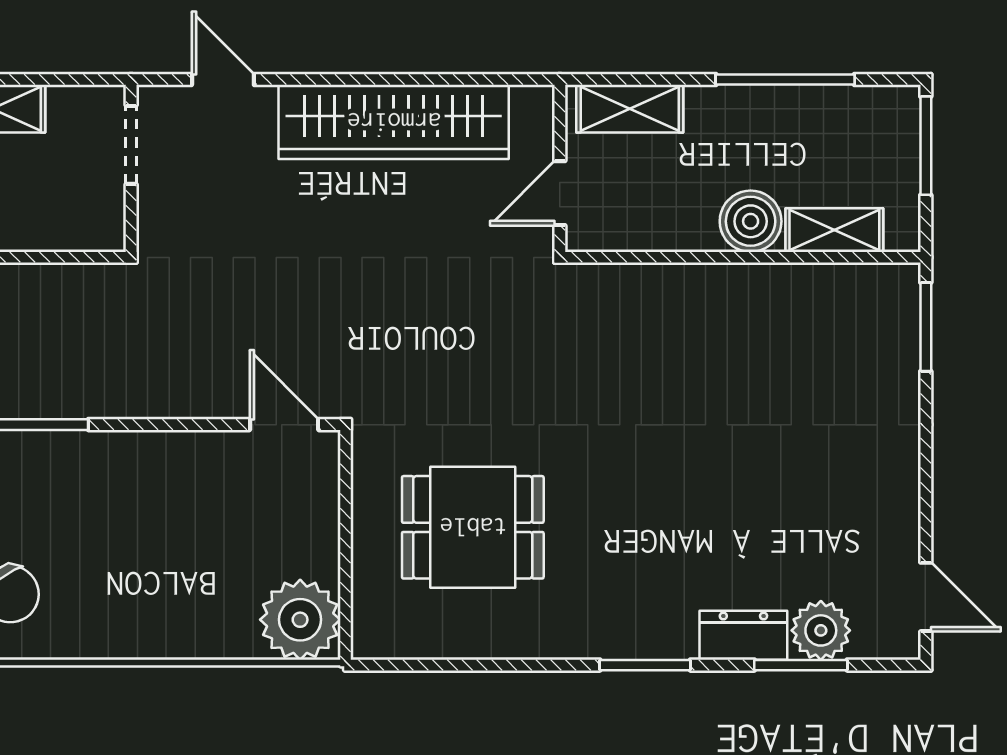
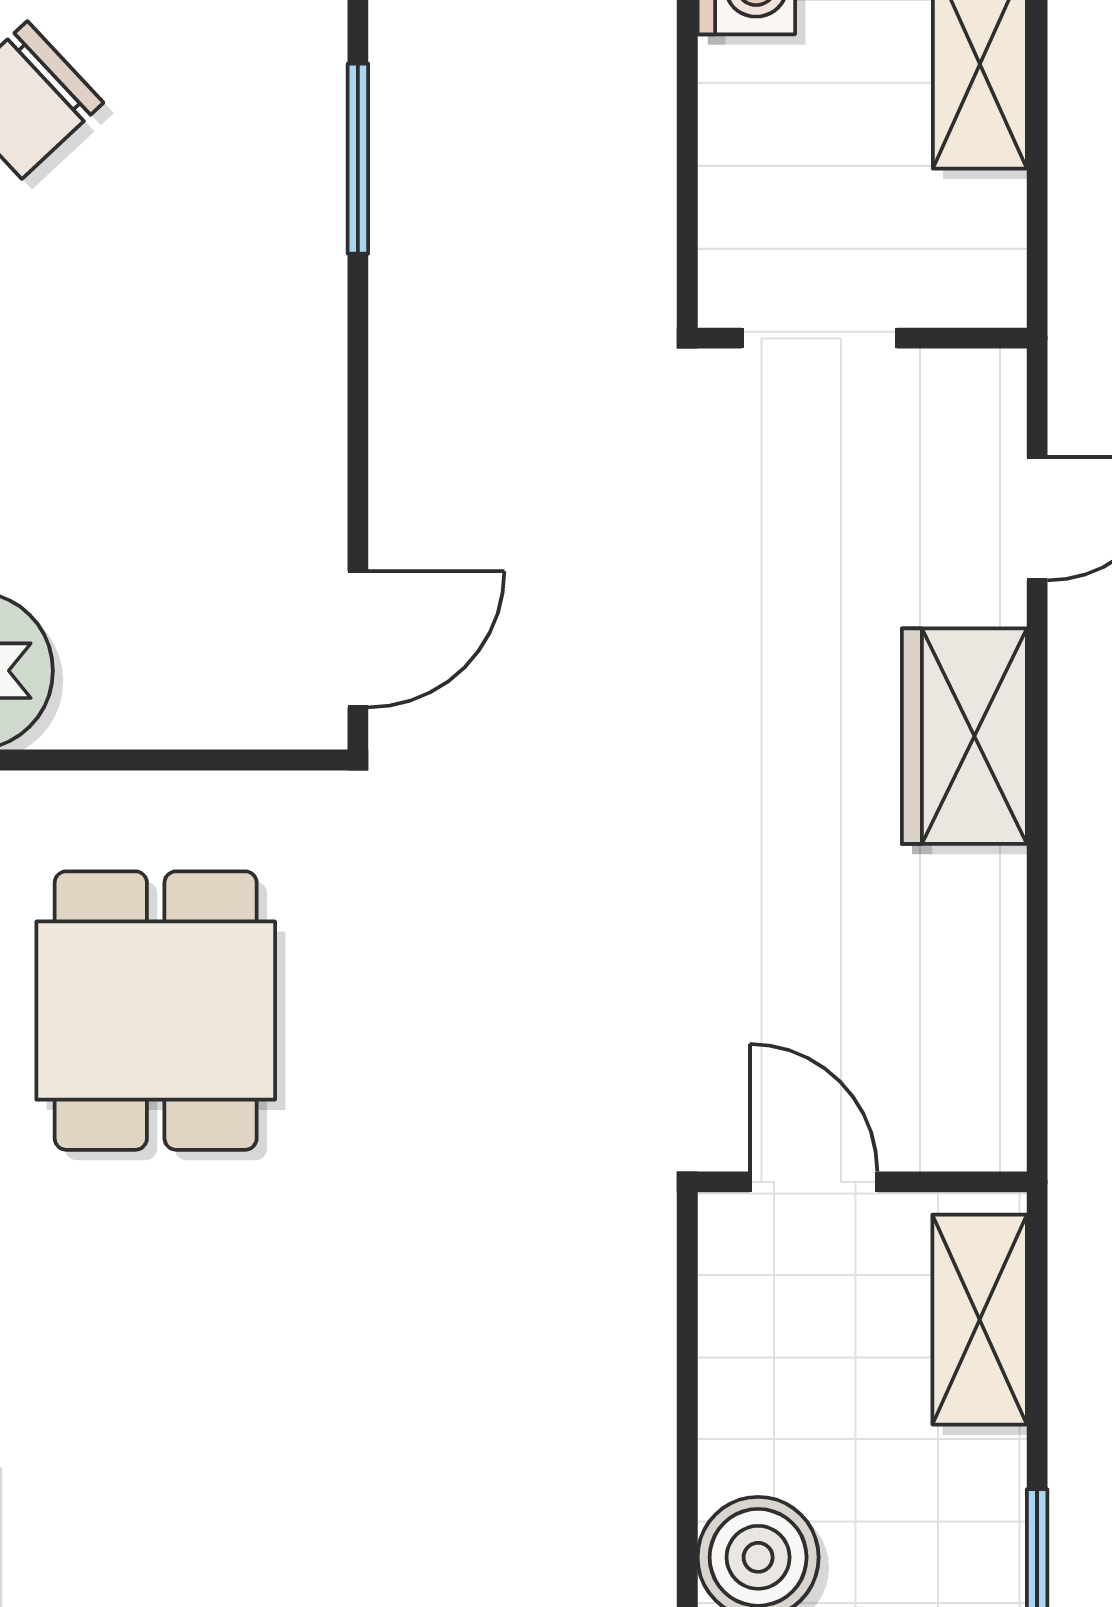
wardrobe: (394, 122) -> (964, 736), width x0.48, depth x0.85
doorway: (131, 145) -> (819, 338), moved

